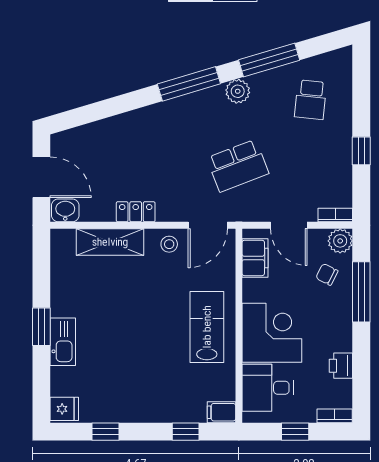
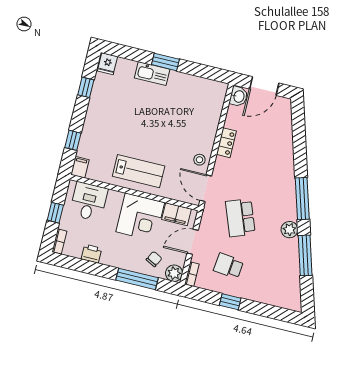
school desk: (311, 100) -> (229, 266), moved
shelving: (110, 242) -> (210, 121), removed
corner desk: (272, 333) -> (140, 217), moved

